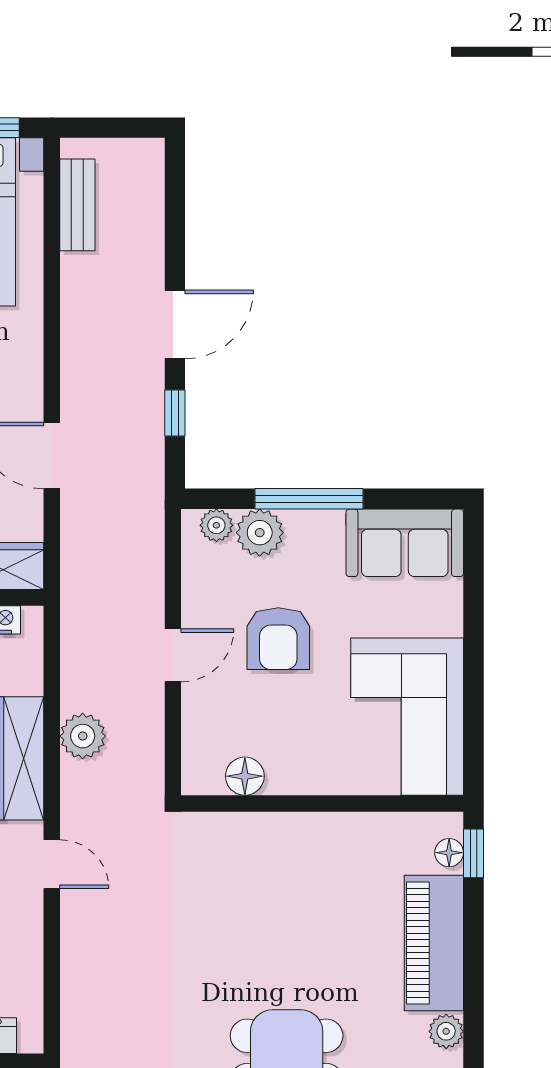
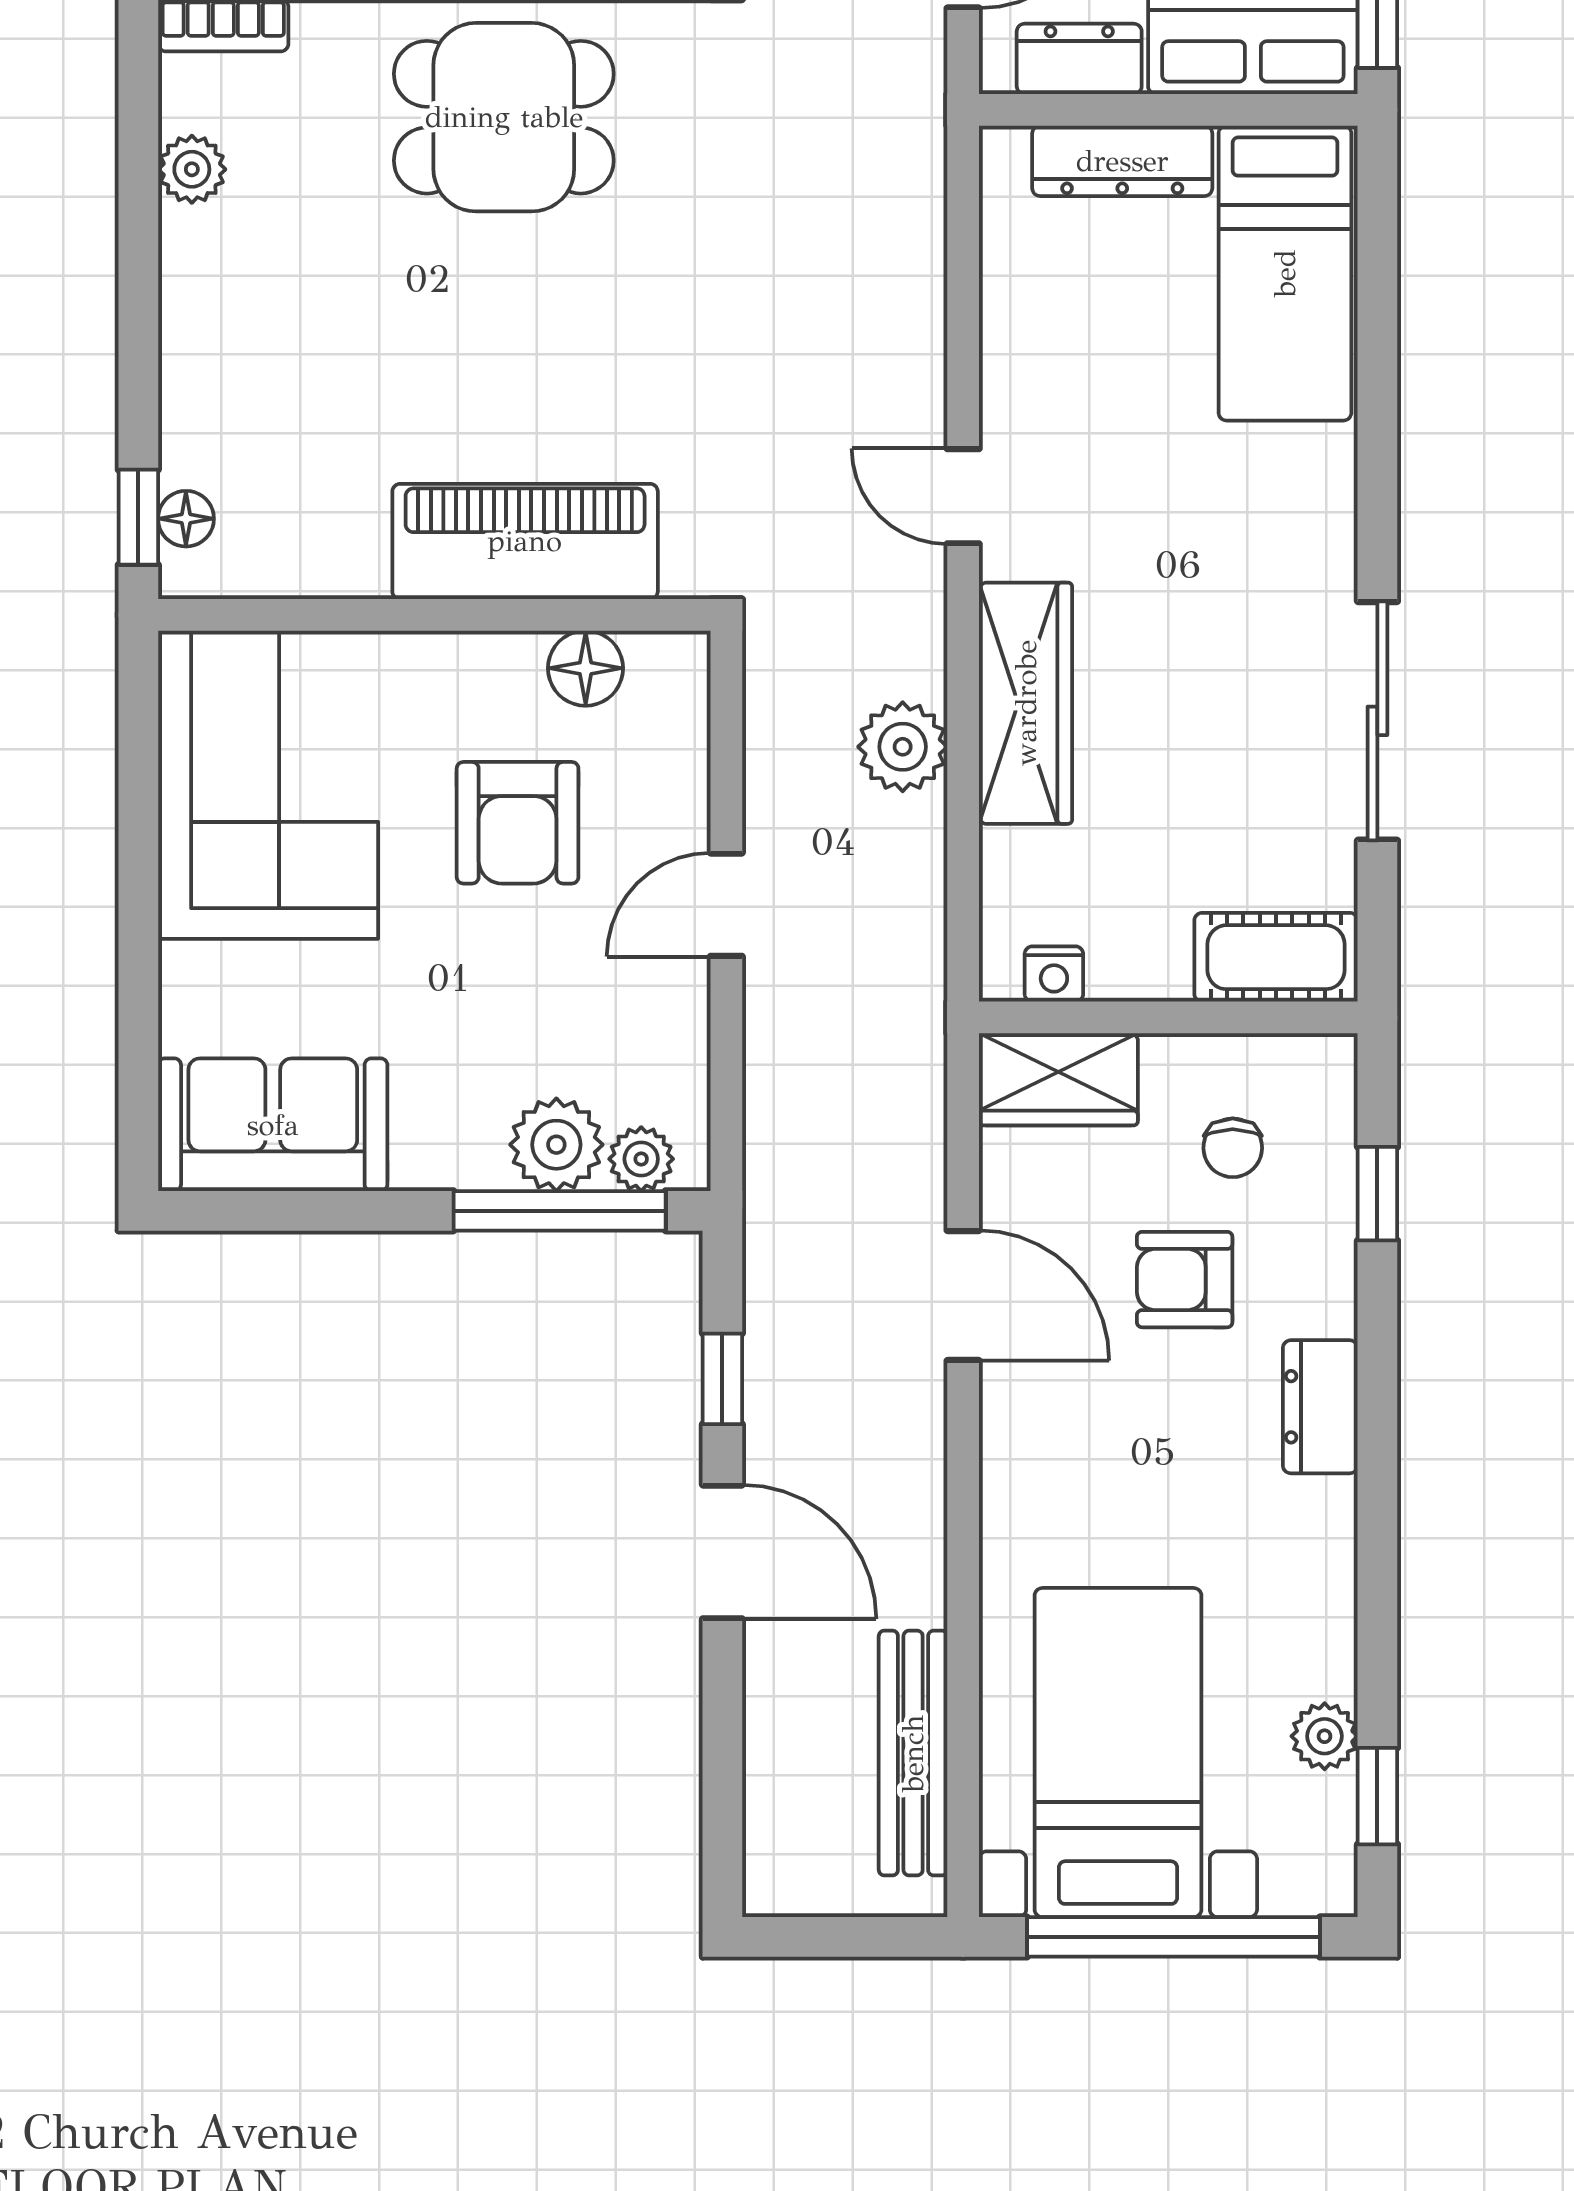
bench: (77, 205) -> (913, 1753), width x1.36
door: (175, 324) -> (722, 1552), swing flipped
window: (309, 499) -> (560, 1211), moved
armchair: (278, 639) -> (518, 823), moved, turned 180
piano: (434, 943) -> (525, 541), moved, turned -90

